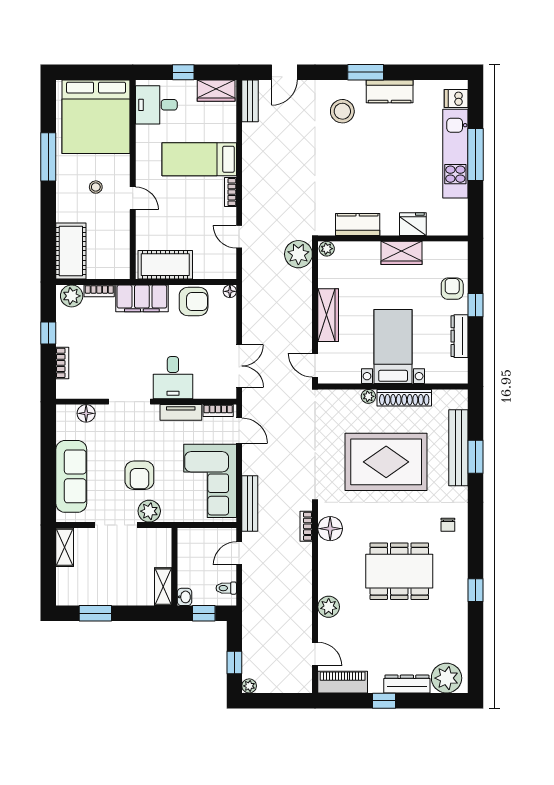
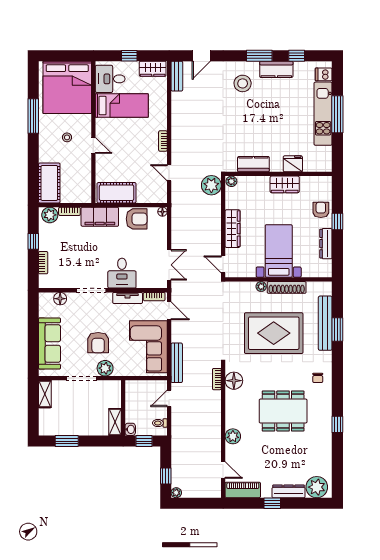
window: (418, 72) -> (297, 56), added
bed: (199, 159) -> (122, 106), moved, turned 180

